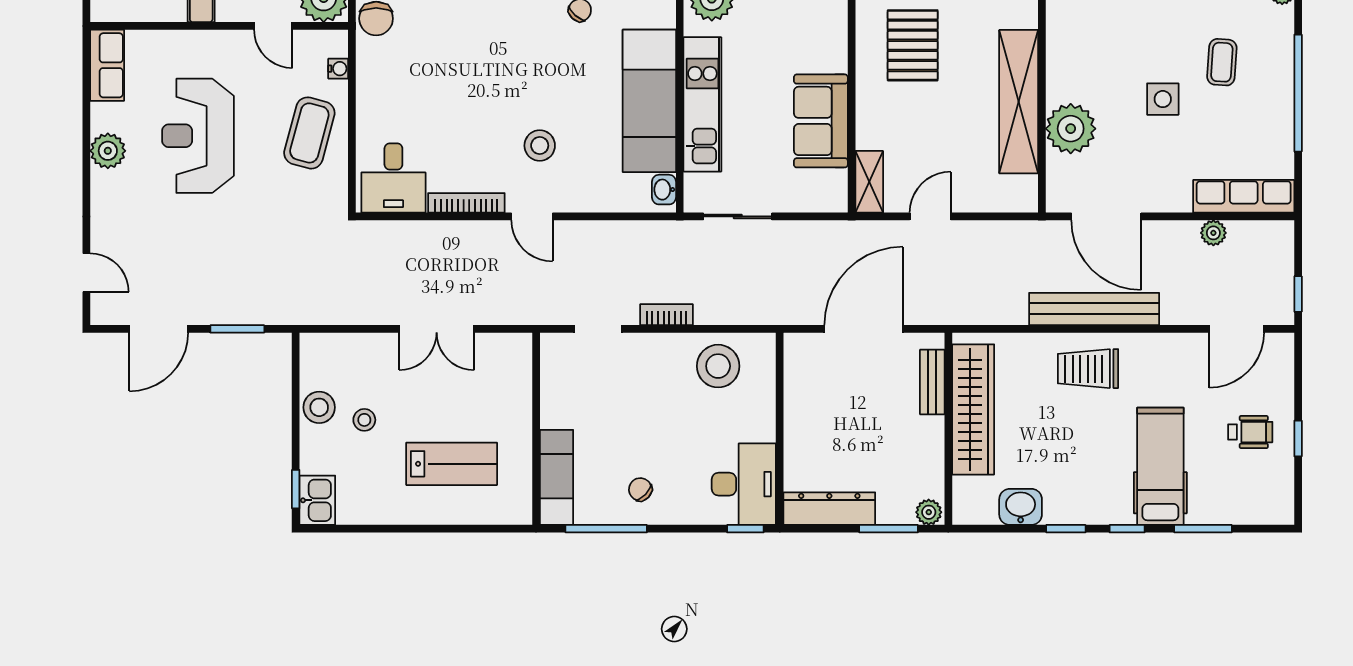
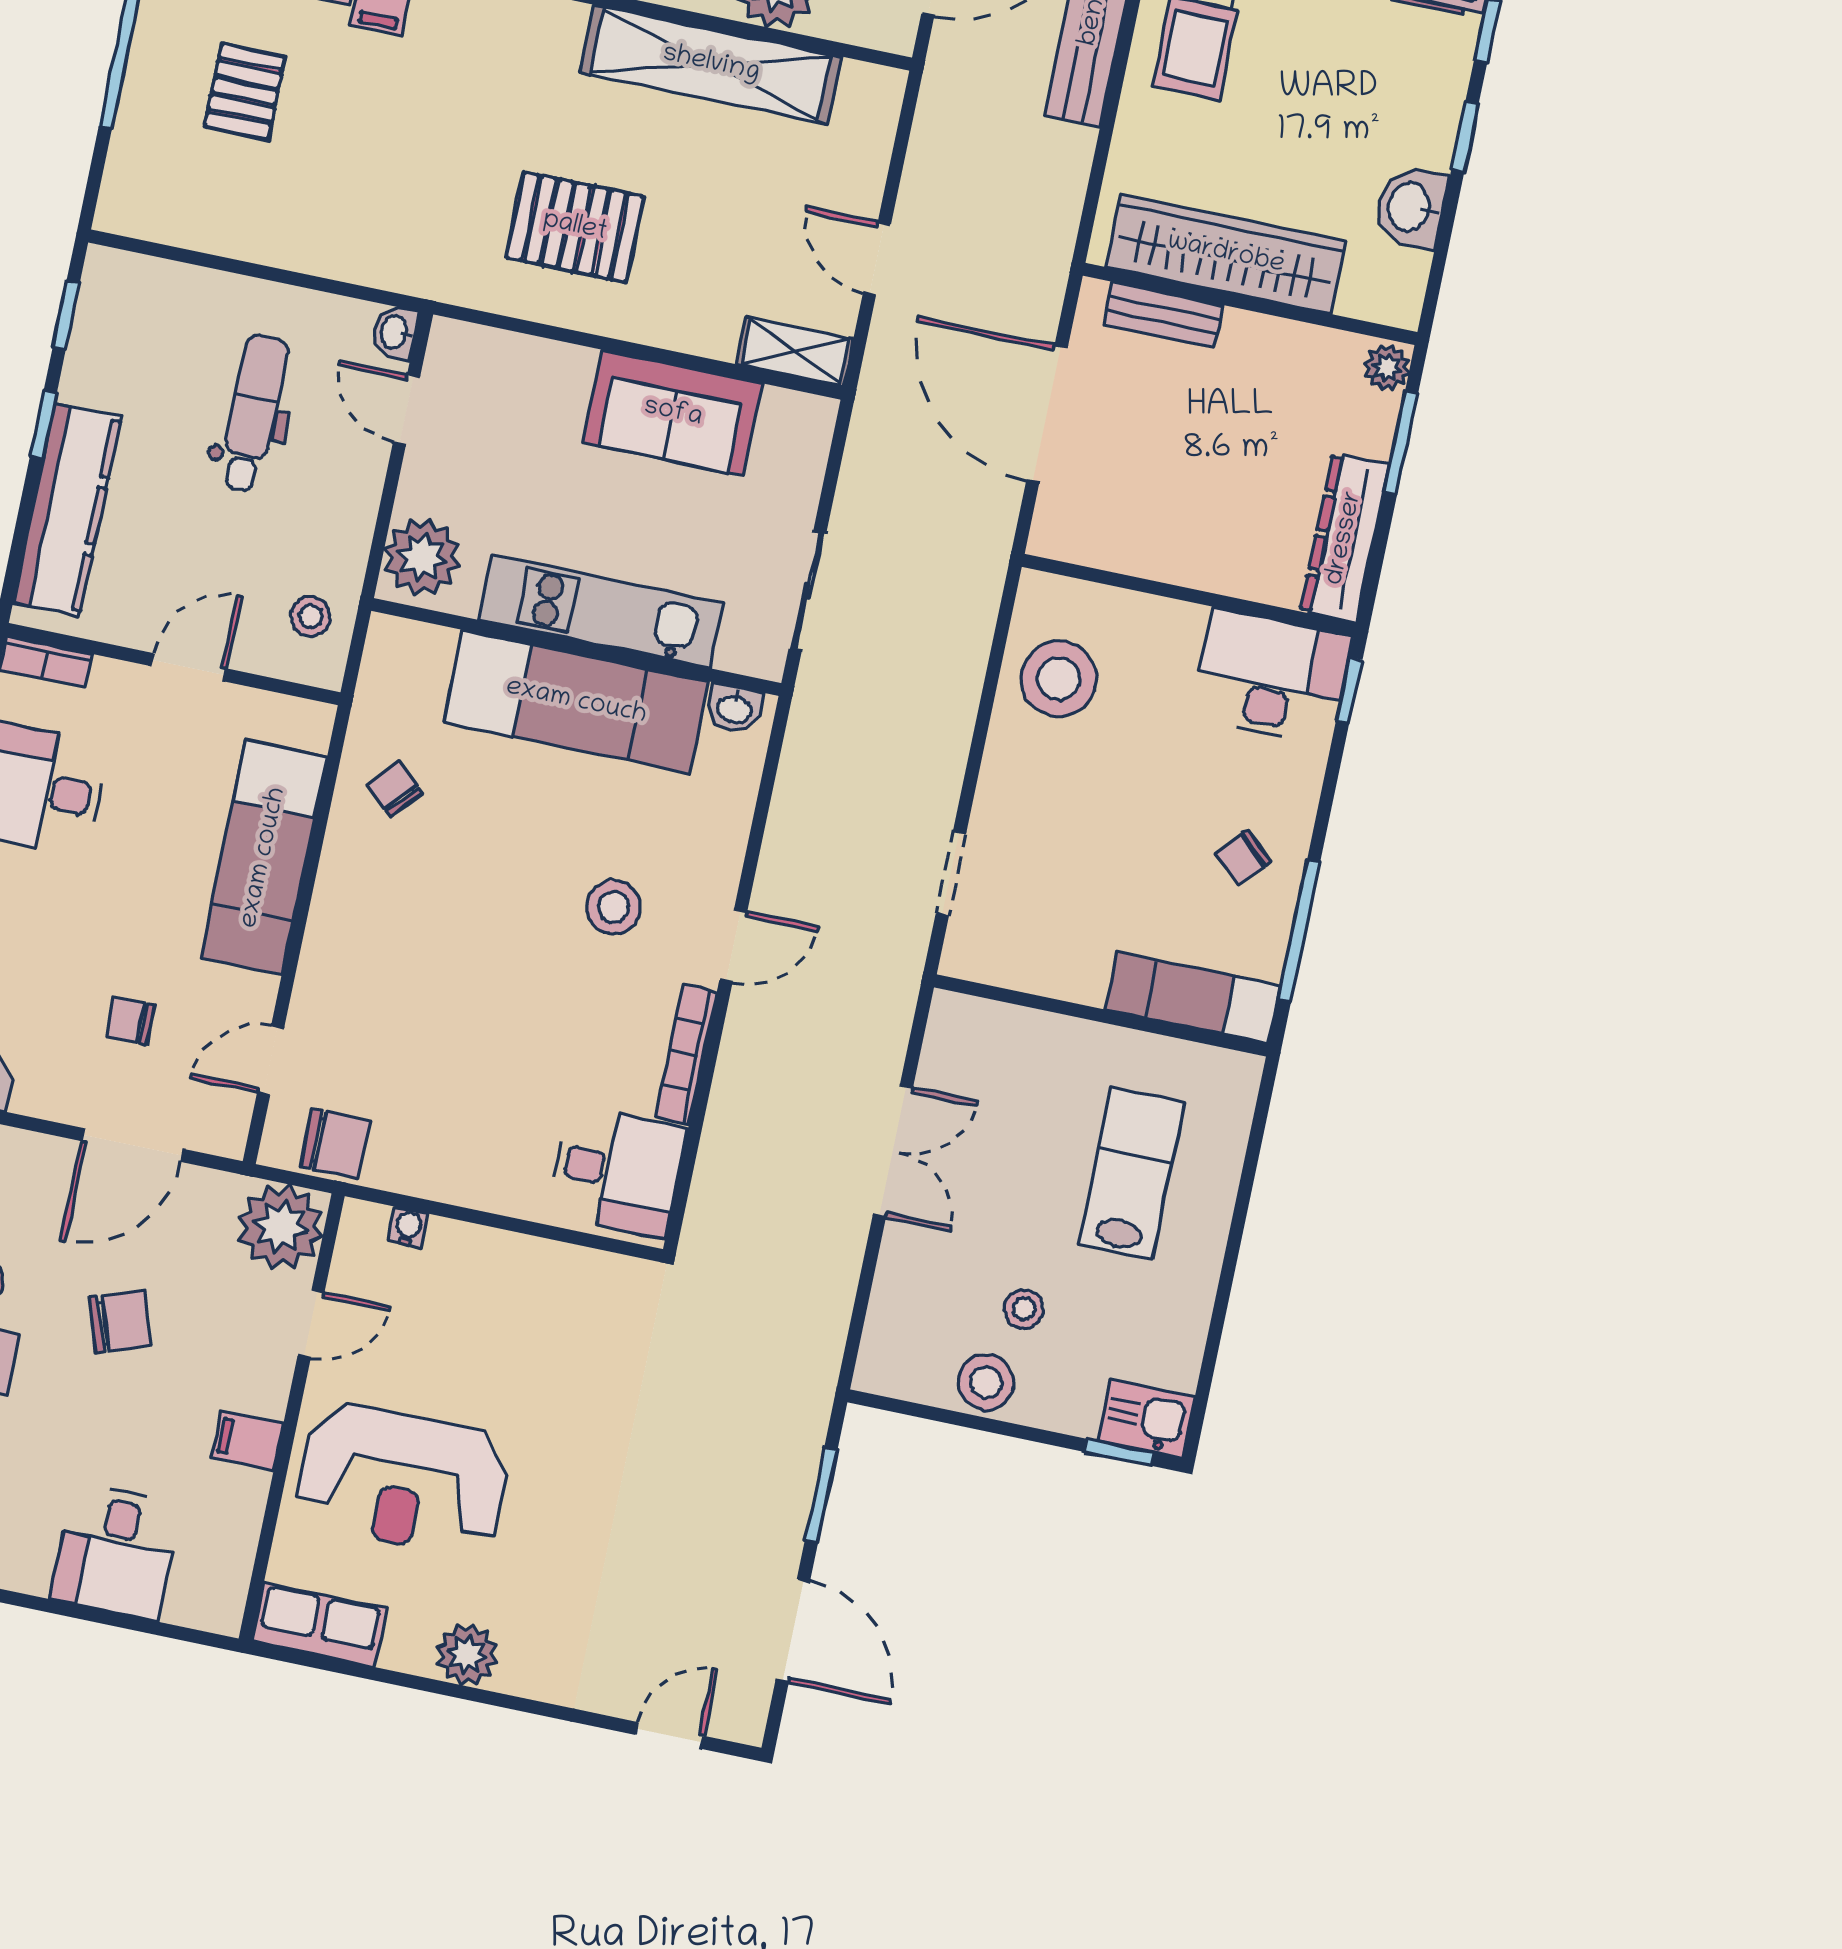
coffee table: (309, 133) -> (509, 1300), removed
reception desk: (198, 136) -> (403, 1479), moved
bookcase: (666, 315) -> (951, 749), removed

